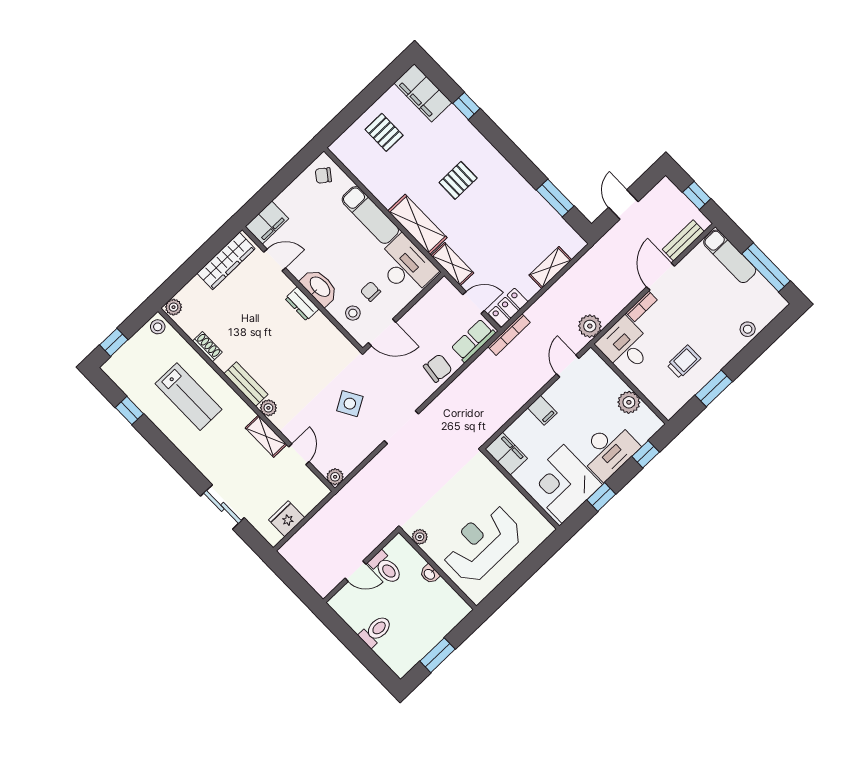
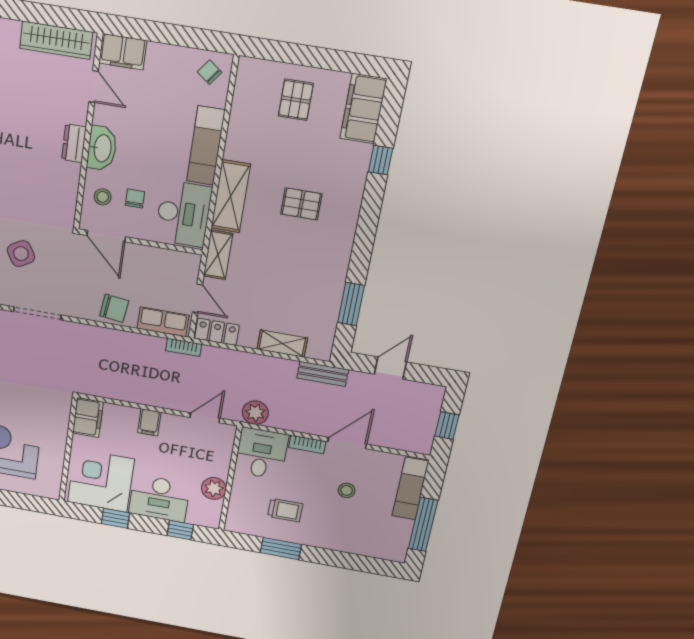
bench: (683, 240) -> (323, 374), moved
stool: (748, 329) -> (347, 490), moved
bookcase: (509, 335) -> (184, 347), width x0.64

